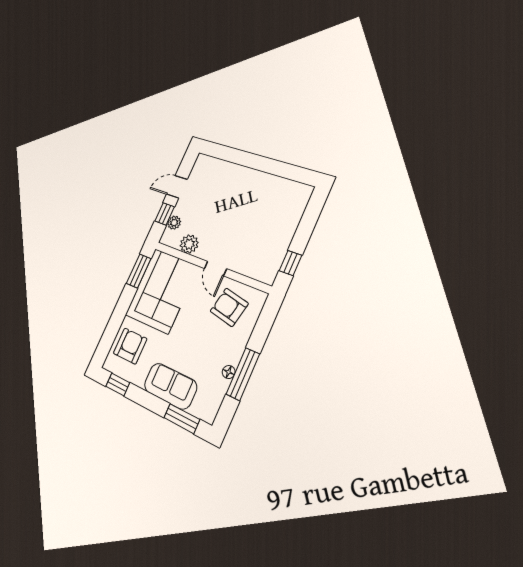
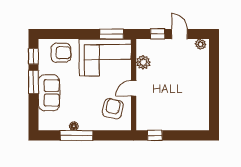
plant: (174, 223) -> (200, 44), moved
window: (182, 419) -> (33, 82), moved

